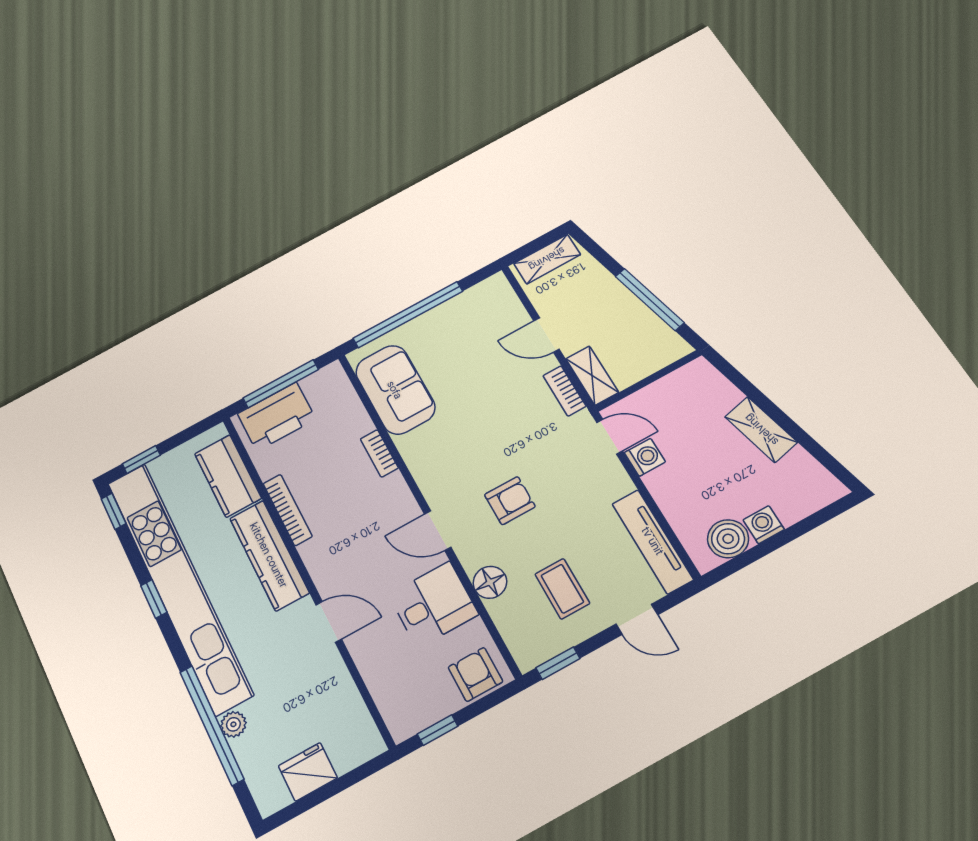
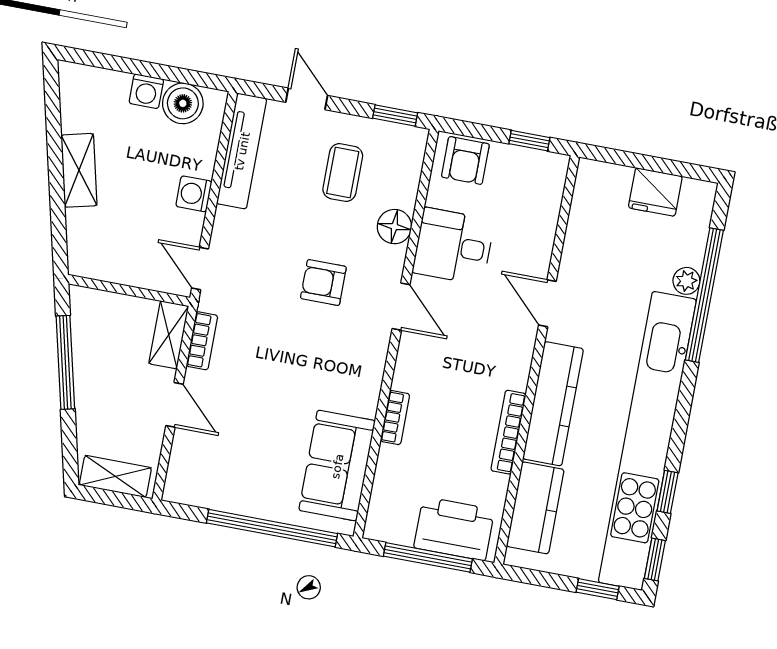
washing machine: (645, 457) -> (194, 194), moved
window: (154, 599) -> (668, 492), moved

